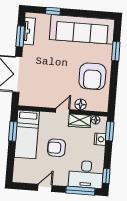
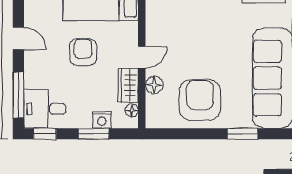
armchair: (92, 76) -> (200, 100), turned 90
door: (63, 111) -> (142, 57), hinge flipped
window: (110, 131) -> (94, 134), moved
desk: (86, 174) -> (45, 109), width x0.73

